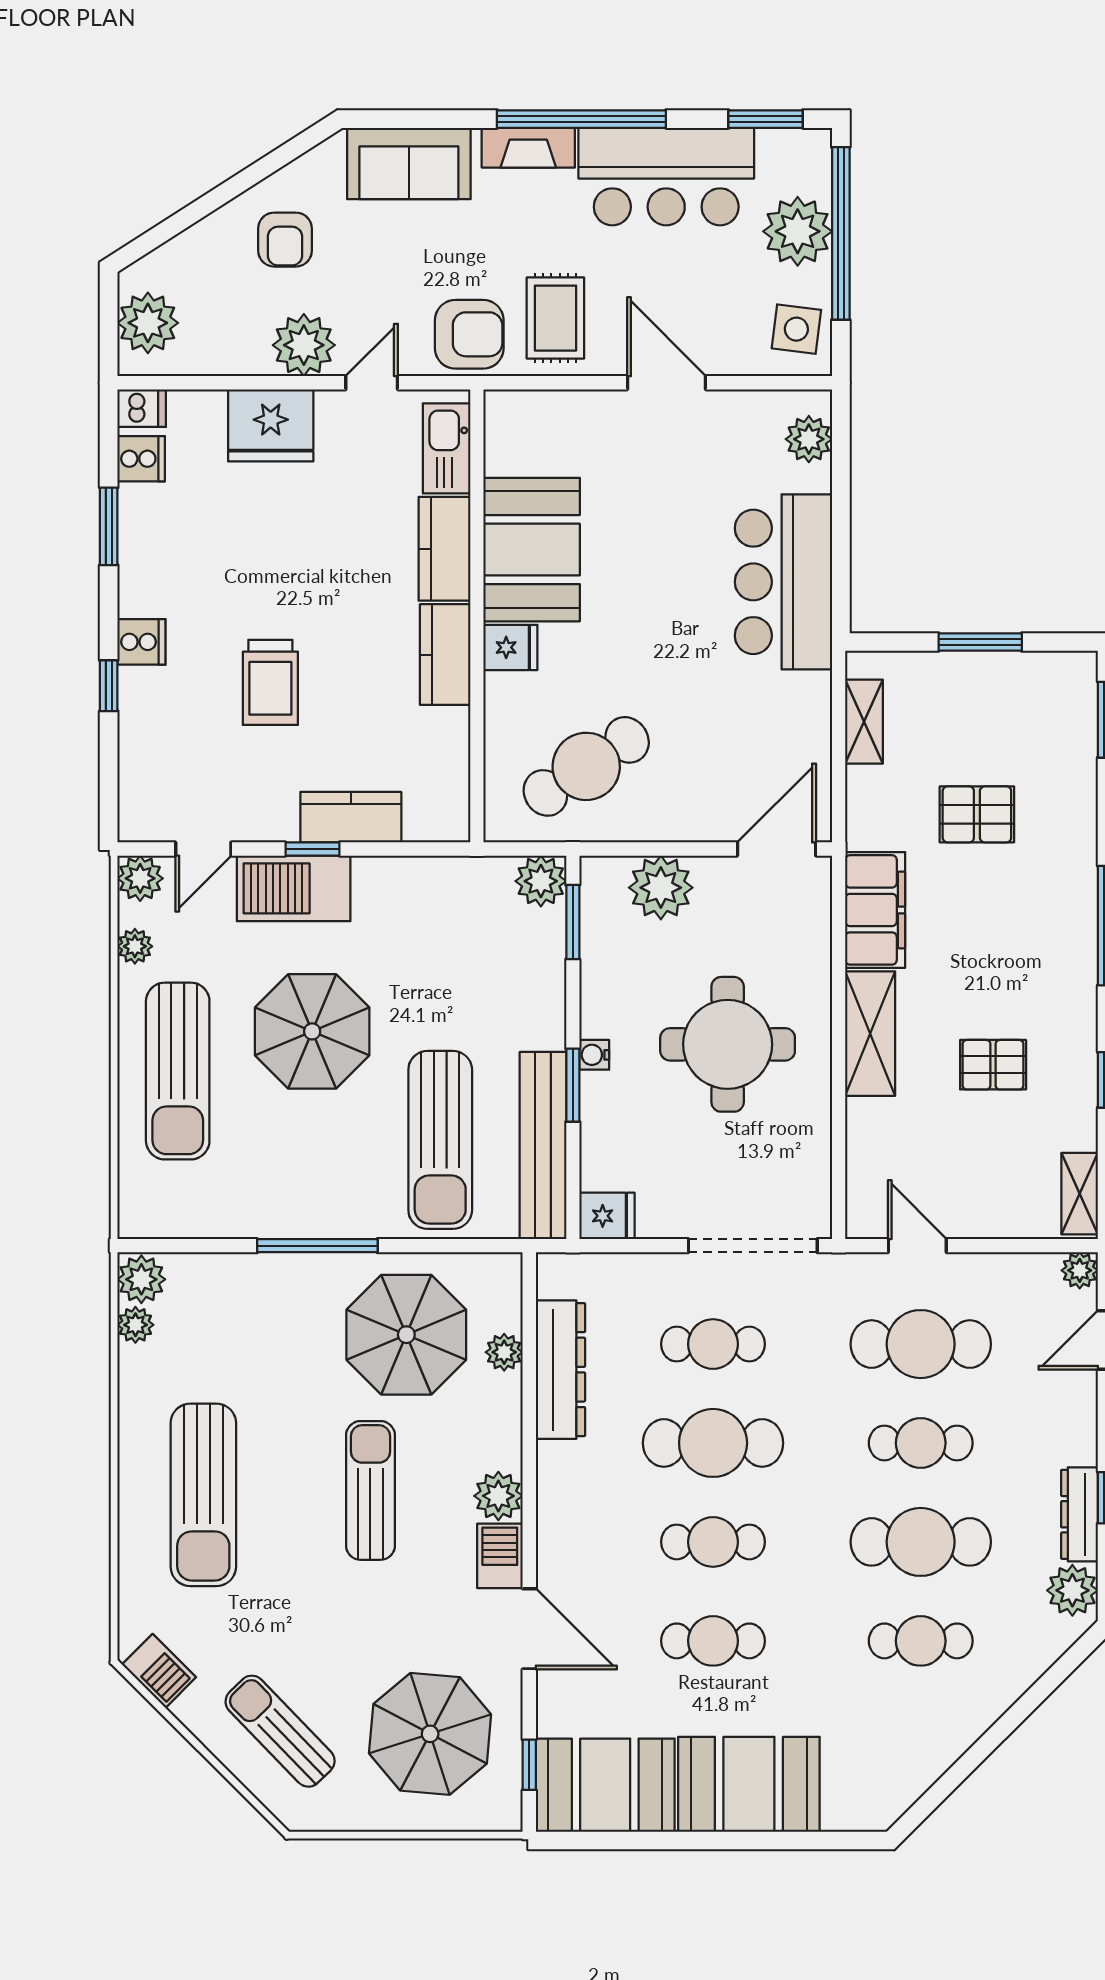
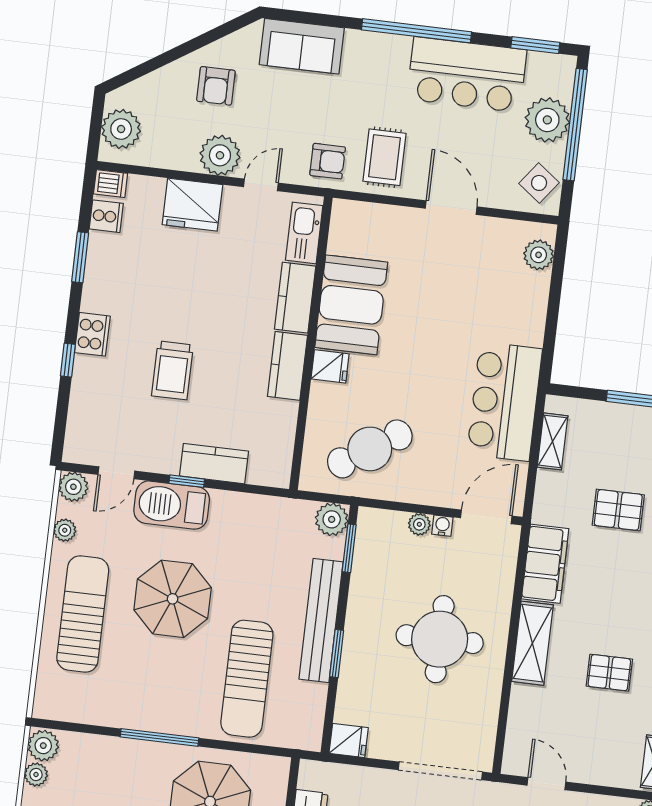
fireplace: (528, 148) -> (380, 45), removed
side table: (796, 329) -> (539, 183), turned 30
armchair: (469, 334) -> (328, 161), width x0.72, depth x0.72
bar counter: (783, 582) -> (505, 402), moved
cooker: (141, 642) -> (92, 334), width x1.36
plant: (661, 888) -> (419, 524), width x0.53, depth x0.53
water cooler: (594, 1055) -> (442, 526), moved, turned 90
sun lounger: (178, 1071) -> (83, 614), turned 180
bench: (543, 1146) -> (321, 620), moved

